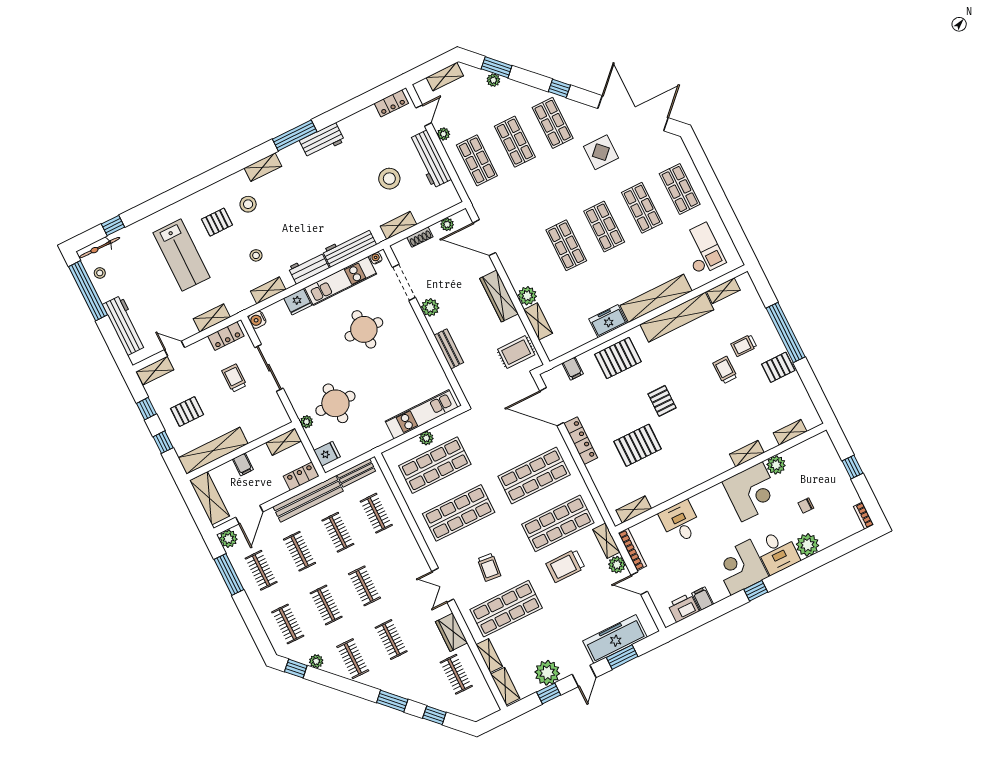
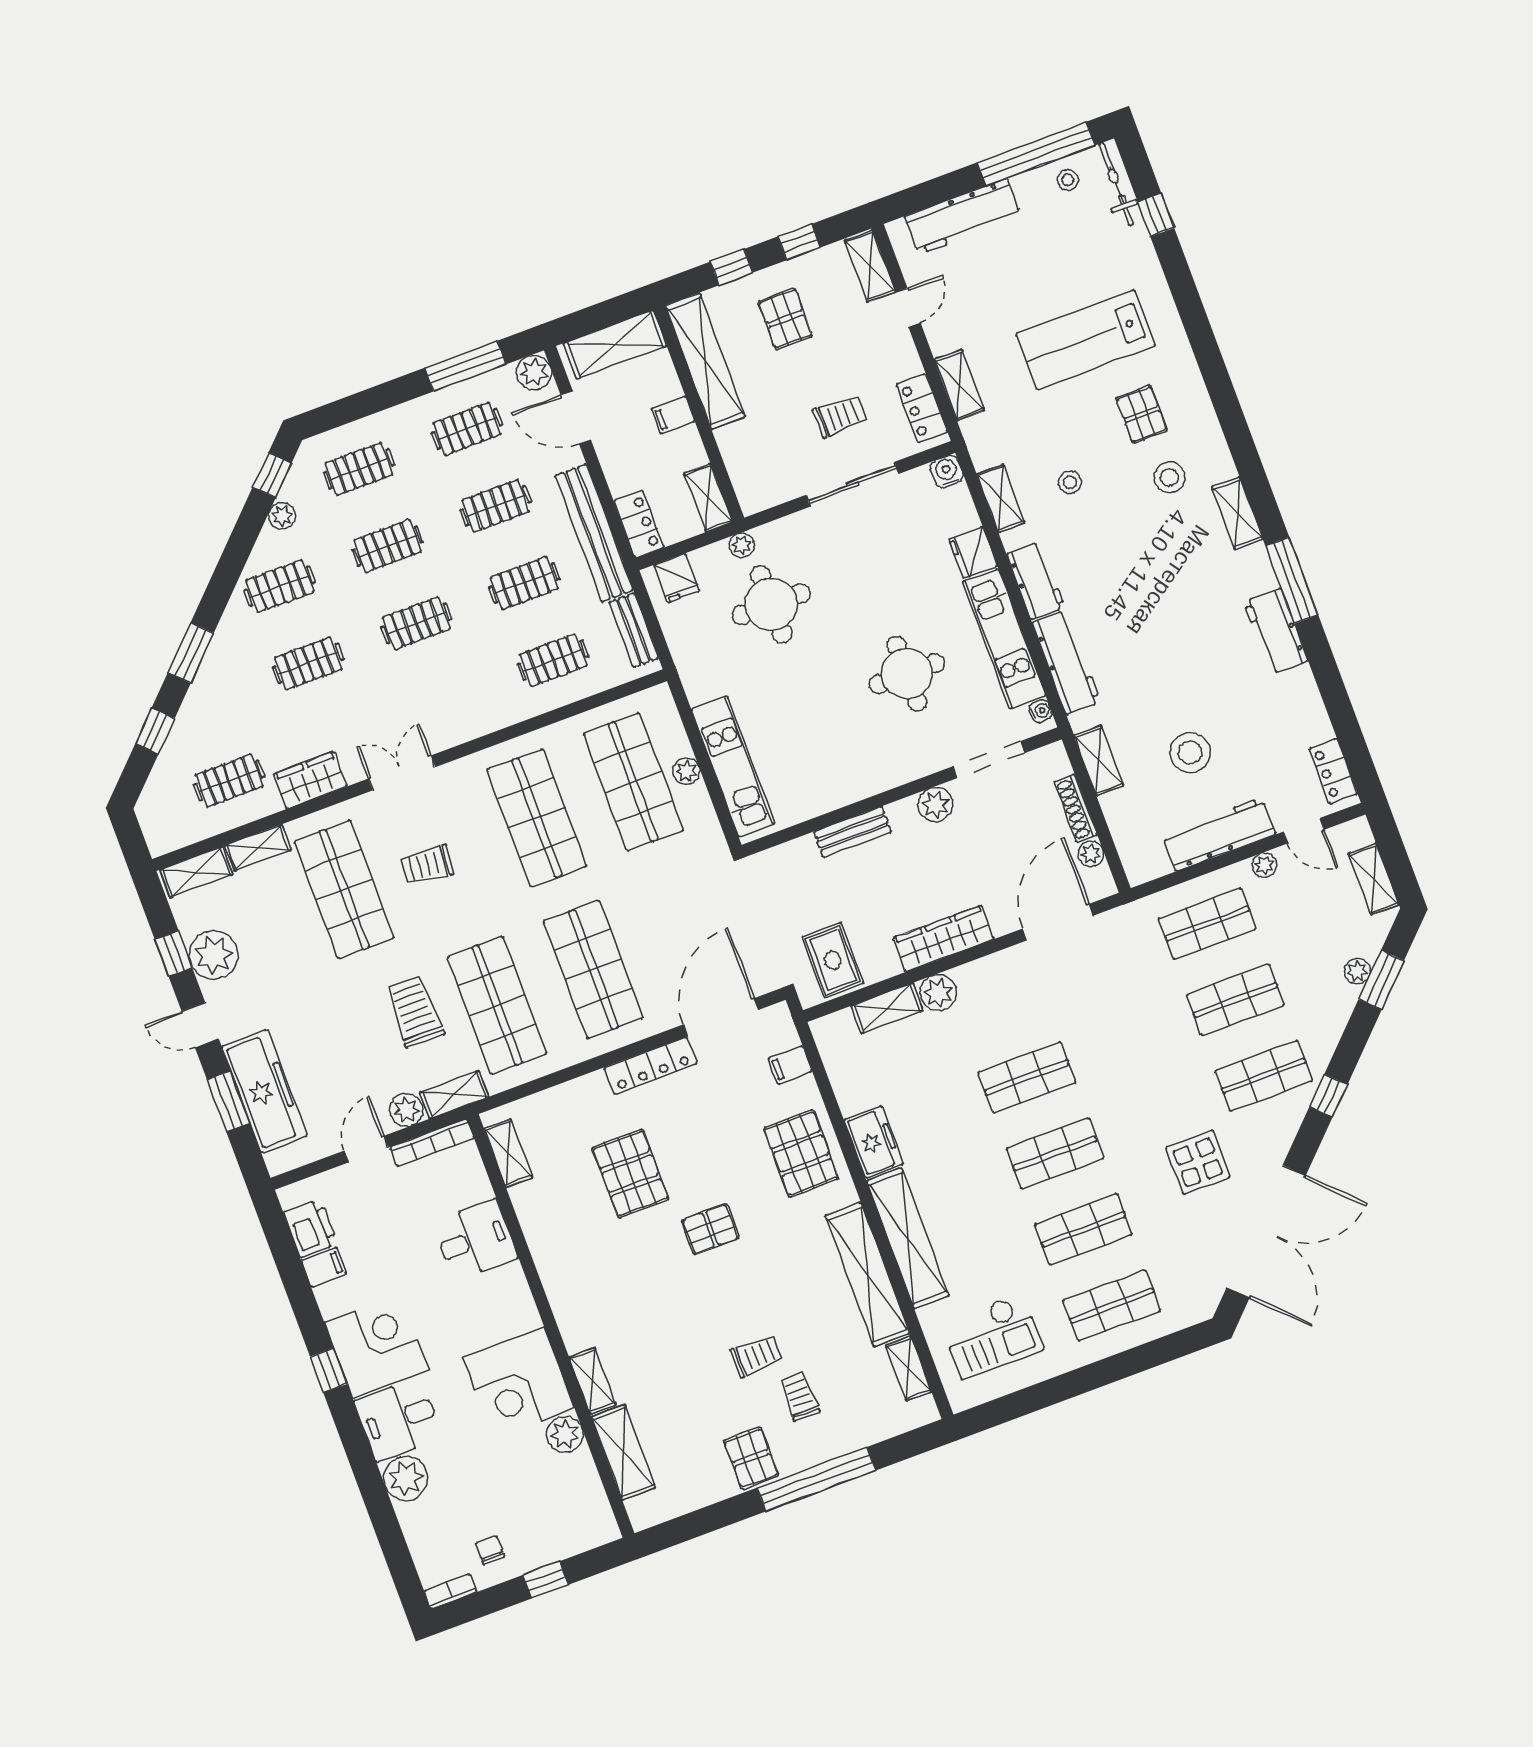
shoe rack: (420, 237) -> (1076, 808), width x1.43
shelving: (790, 432) -> (623, 1452), width x1.50, depth x1.33
chair: (806, 506) -> (490, 1550), moved

